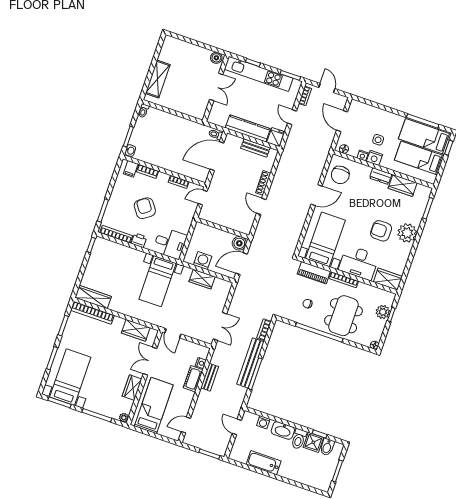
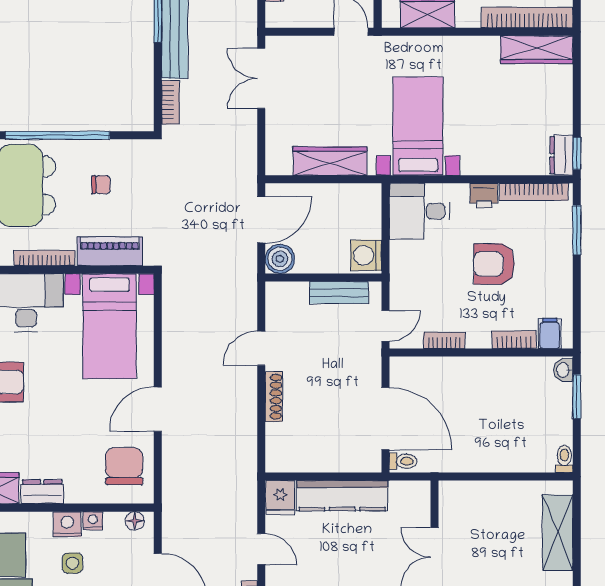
bench: (255, 148) -> (339, 293), moved
door: (217, 156) -> (385, 419), hinge flipped
door: (261, 206) -> (261, 348), swing flipped
armchair: (145, 208) -> (494, 264), turned 126
dresser: (98, 246) -> (561, 155), added
washing machine: (203, 261) -> (366, 255), moved, turned 90
wardrobe: (202, 279) -> (330, 161), width x1.50

